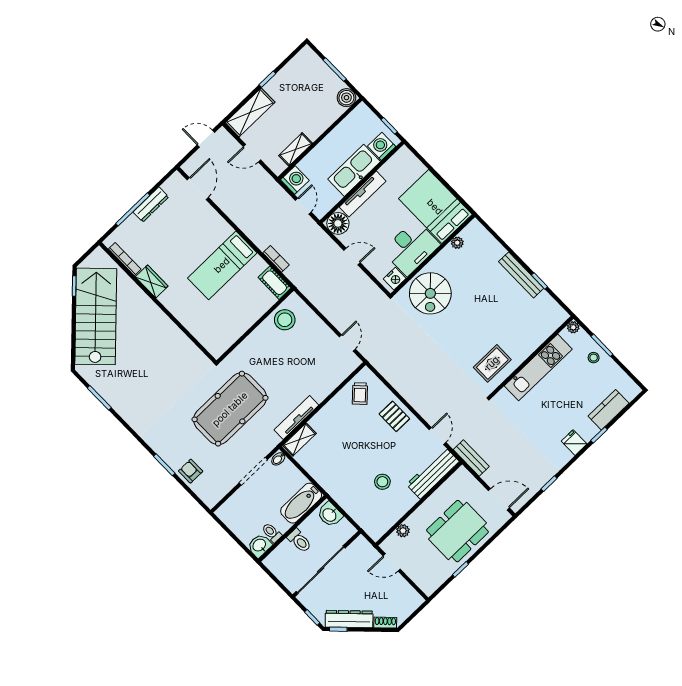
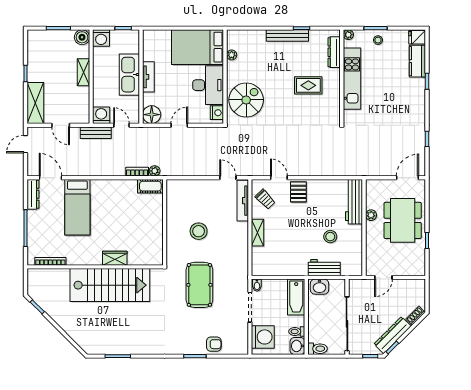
washing machine: (382, 146) -> (101, 38), moved, turned -90
shelving: (296, 149) -> (83, 72), moved
door: (252, 153) -> (61, 125), hinge flipped
tv unit: (363, 194) -> (148, 77), width x0.71
dresser: (151, 204) -> (33, 194), moved
bed: (222, 265) -> (77, 207), moved
plant: (291, 273) -> (155, 171), added
wardrobe: (152, 281) -> (115, 258), moved
spiral stairs: (430, 293) -> (246, 100), turned -90
stairs: (96, 316) -> (110, 285), moved, turned 135
stool: (285, 320) -> (199, 231), moved
dresser: (546, 330) -> (334, 52), added
rug: (492, 363) -> (308, 85), moved, turned 90
pool table: (230, 409) -> (199, 285), width x0.73, depth x0.76
pallet: (394, 416) -> (298, 192), turned 90
tv unit: (296, 417) -> (243, 201), moved
door: (438, 436) -> (279, 178), moved
shelving: (299, 439) -> (258, 233), moved
fridge: (574, 443) -> (417, 37), moved
bench: (471, 458) -> (96, 133), moved
armchair: (191, 471) -> (214, 344), turned 180
workbench: (350, 503) -> (324, 268), added
washing machine: (238, 508) -> (263, 337), added
plant: (403, 531) -> (371, 215), moved
toilet: (299, 541) -> (318, 349), moved

